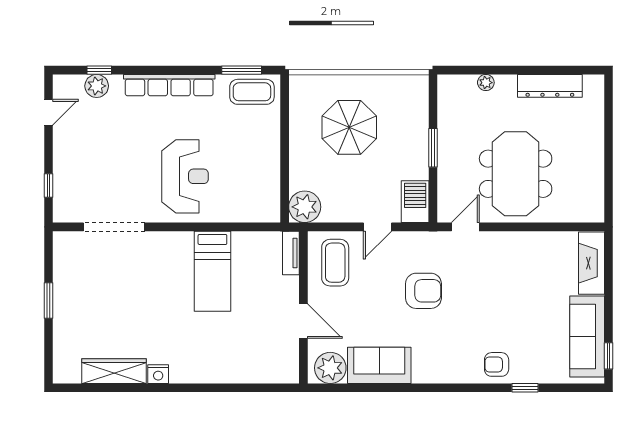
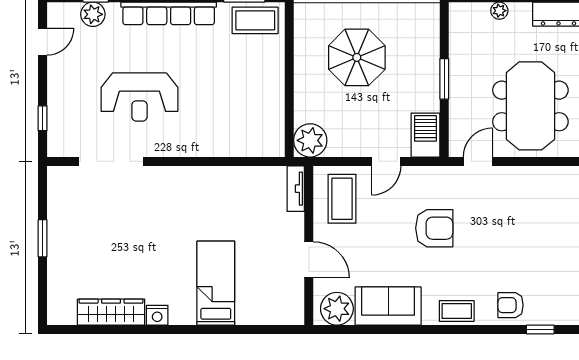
reception desk: (185, 176) -> (139, 97), moved, turned 90
bed: (212, 271) -> (216, 283), moved, turned 180
coffee table: (445, 370) -> (457, 311), added

